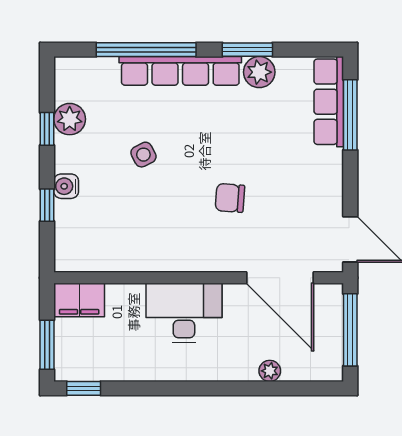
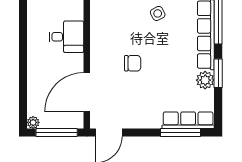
chair: (230, 198) -> (133, 63), turned 86
desk: (184, 313) -> (66, 37), width x0.73
plant: (270, 371) -> (33, 122), moved

